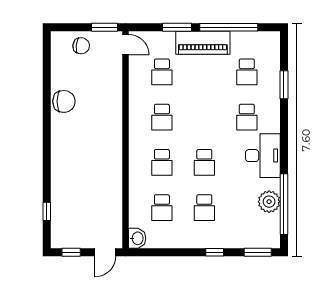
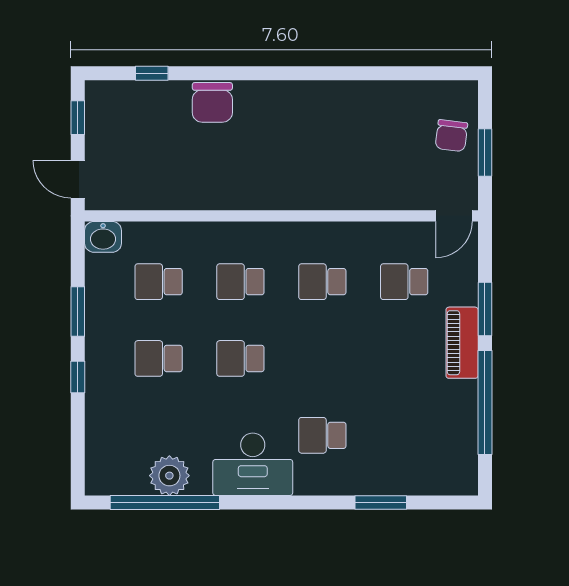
window: (104, 27) -> (485, 153), moved
piano: (203, 43) -> (462, 343), width x0.73, depth x0.75
school desk: (247, 72) -> (404, 435), removed
chair: (64, 101) -> (212, 102), moved
window: (258, 252) -> (78, 312), moved

